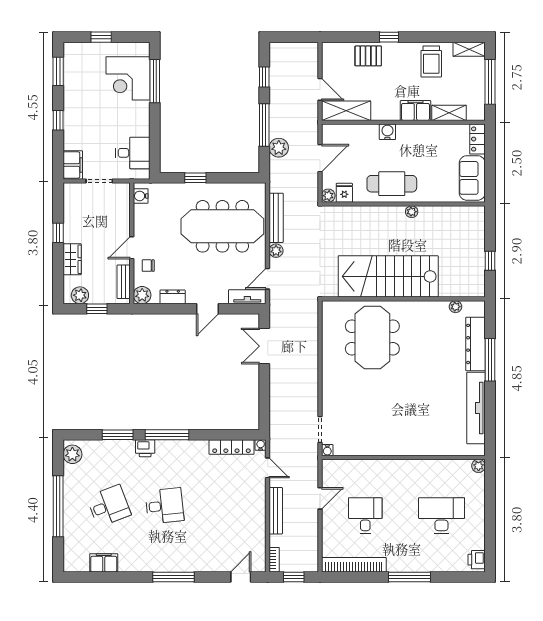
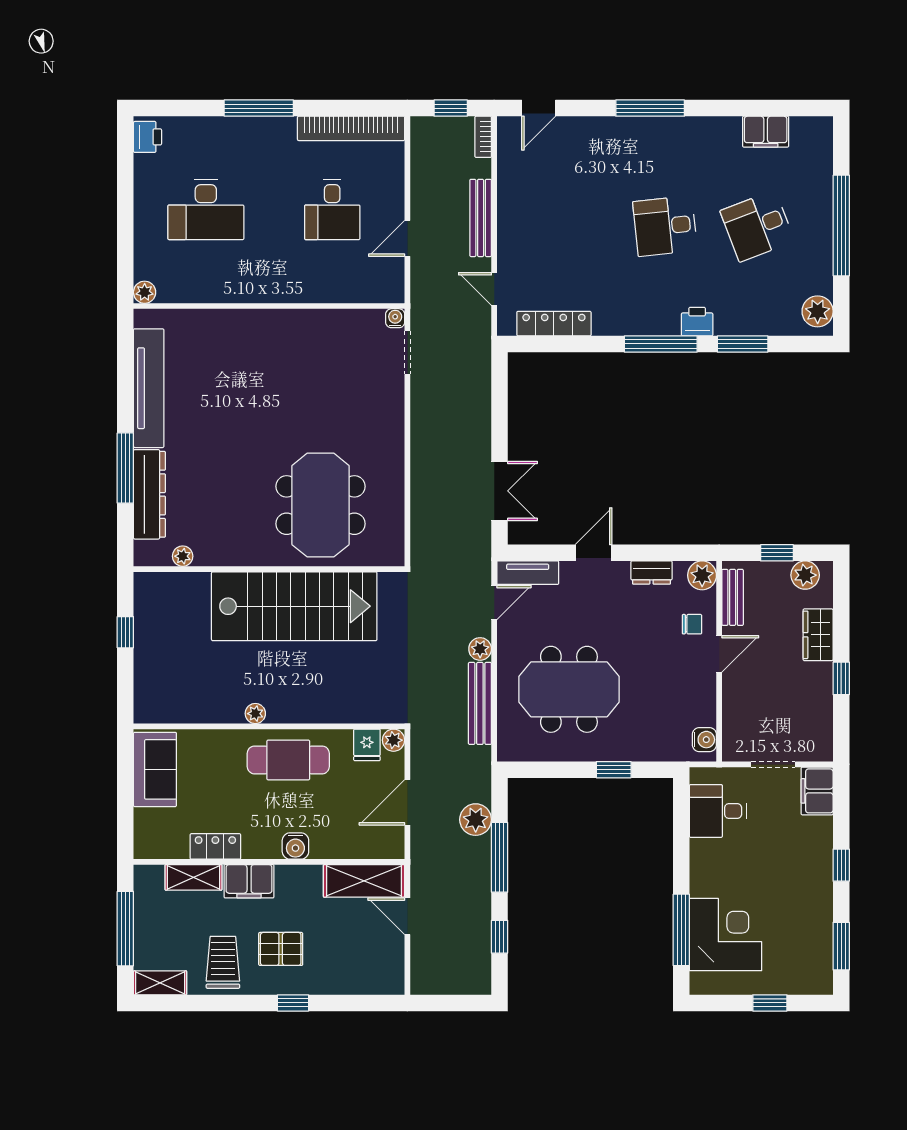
pallet: (368, 56) -> (281, 949), moved
locker: (477, 139) -> (215, 846), moved, turned -90
meeting table: (222, 226) -> (569, 689), width x0.73
water cooler: (261, 445) -> (506, 327), removed

